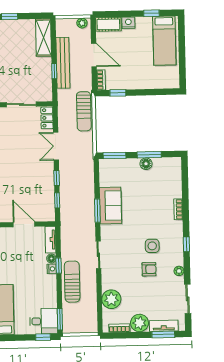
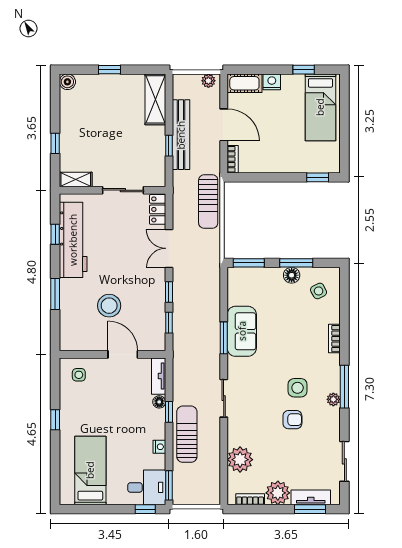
window: (118, 93) -> (318, 177), moved
side table: (166, 175) -> (319, 291), added
stool: (13, 189) -> (109, 306), added
window: (186, 244) -> (344, 387), width x2.17
nightstand: (52, 269) -> (159, 447), moved
plant: (179, 271) -> (333, 399), moved

